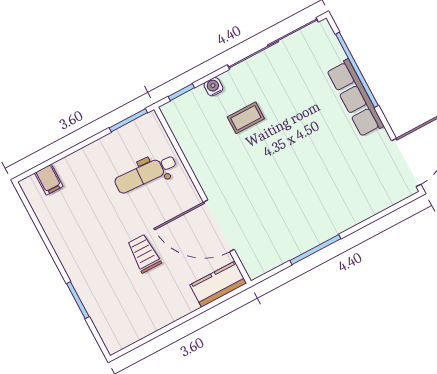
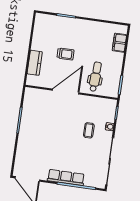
filing cabinet: (49, 180) -> (119, 43), width x2.00
door: (219, 226) -> (66, 92), moved
kitchen counter: (218, 284) -> (35, 63), moved

